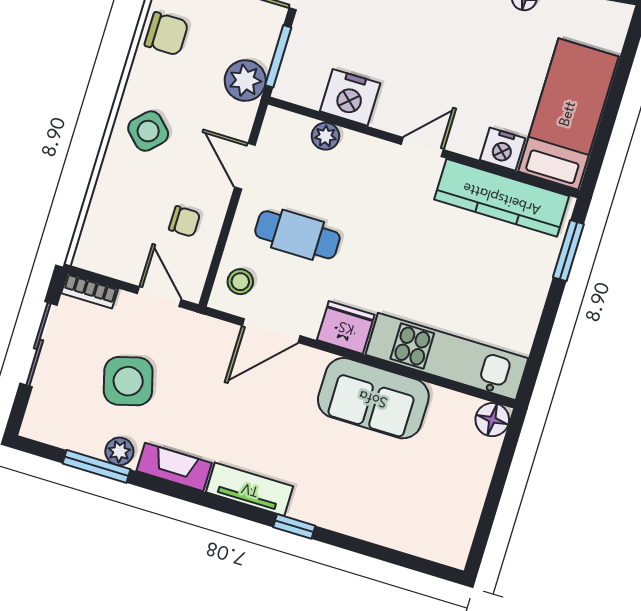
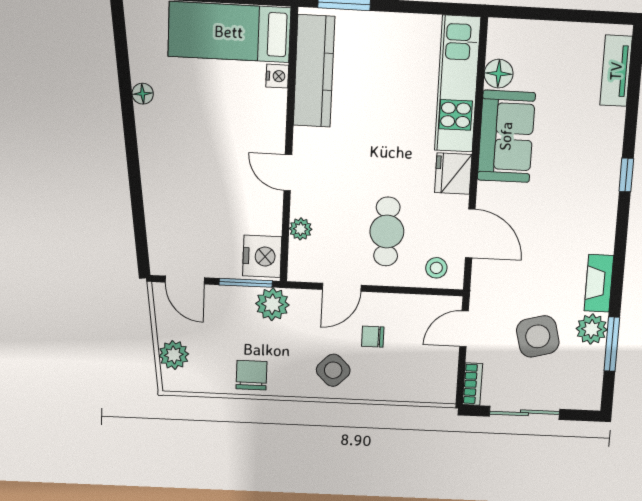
nightstand: (350, 97) -> (262, 256), moved
door: (422, 147) -> (288, 173), moved
nightstand: (503, 149) -> (277, 76), width x0.72, depth x0.74
chair: (185, 221) -> (373, 337), moved, turned -90
floor lamp: (492, 420) -> (499, 74), moved
plant: (119, 451) -> (592, 329), width x1.38, depth x1.38
tv unit: (250, 489) -> (616, 71), moved

